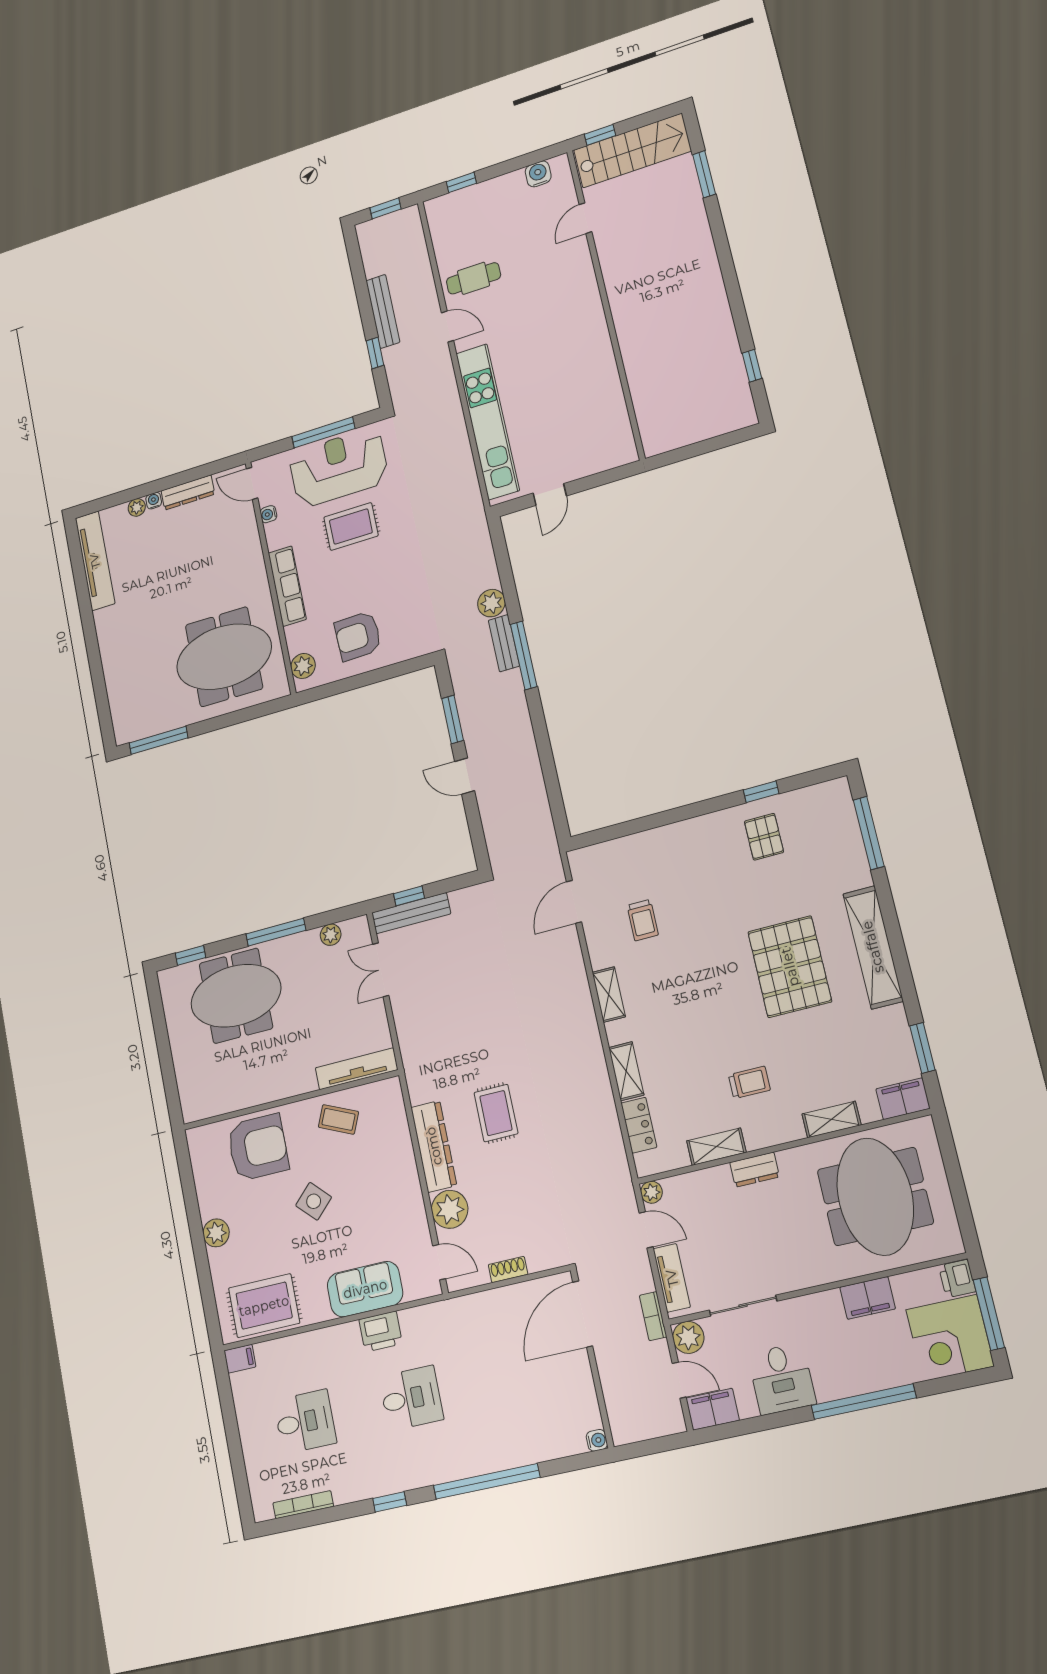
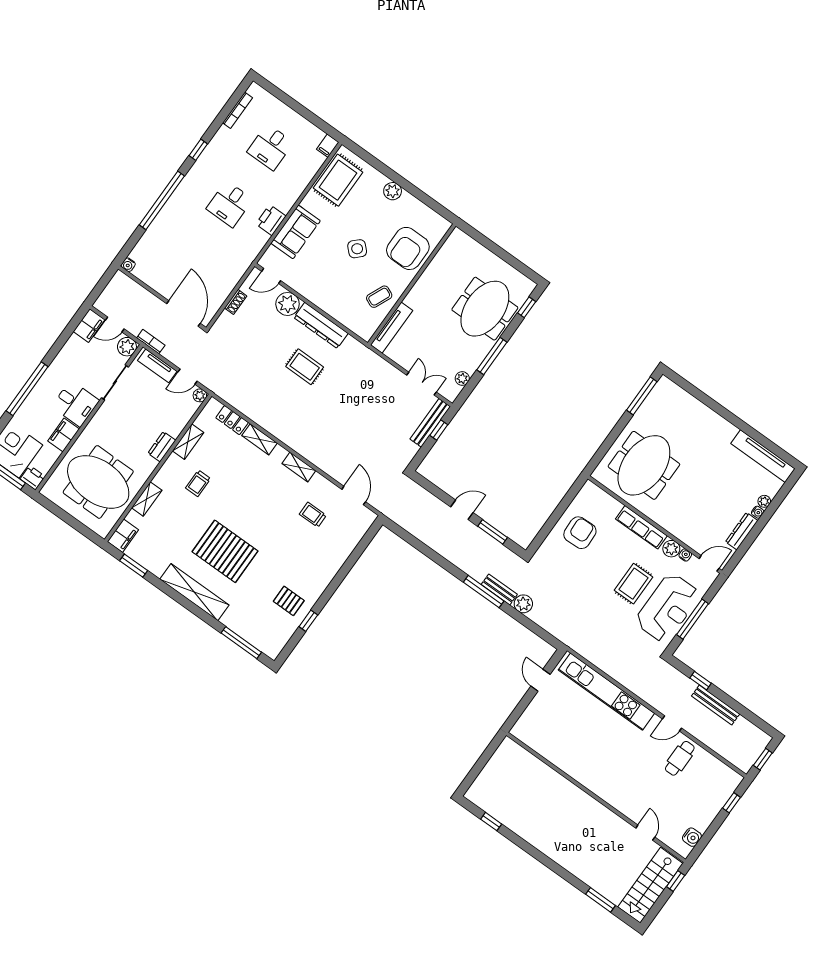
plant: (303, 666) -> (671, 549), moved
desk: (782, 1379) -> (75, 404), moved, turned 180

